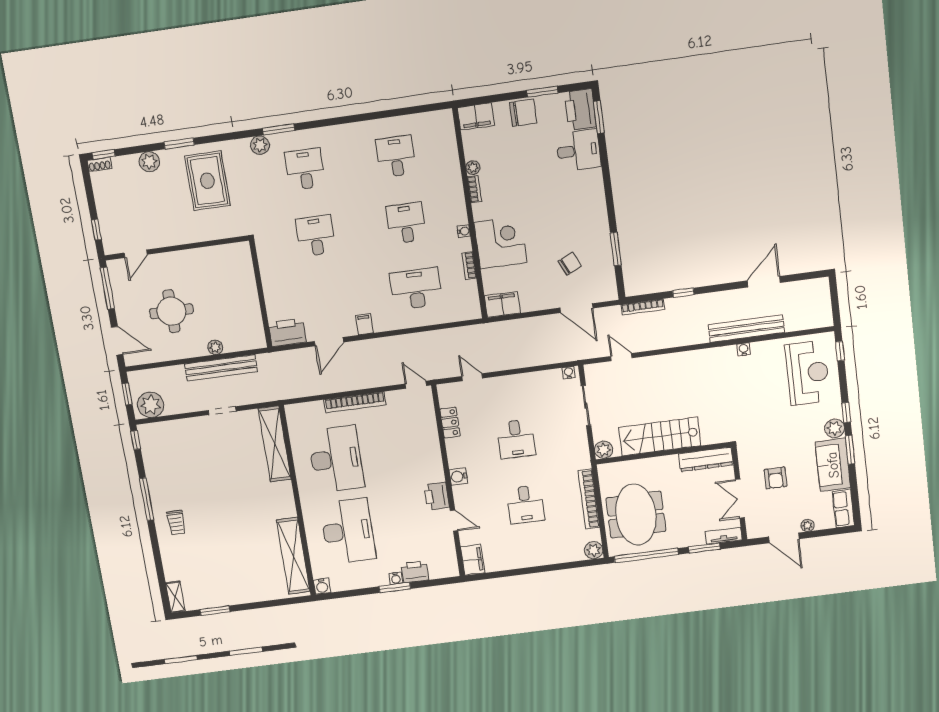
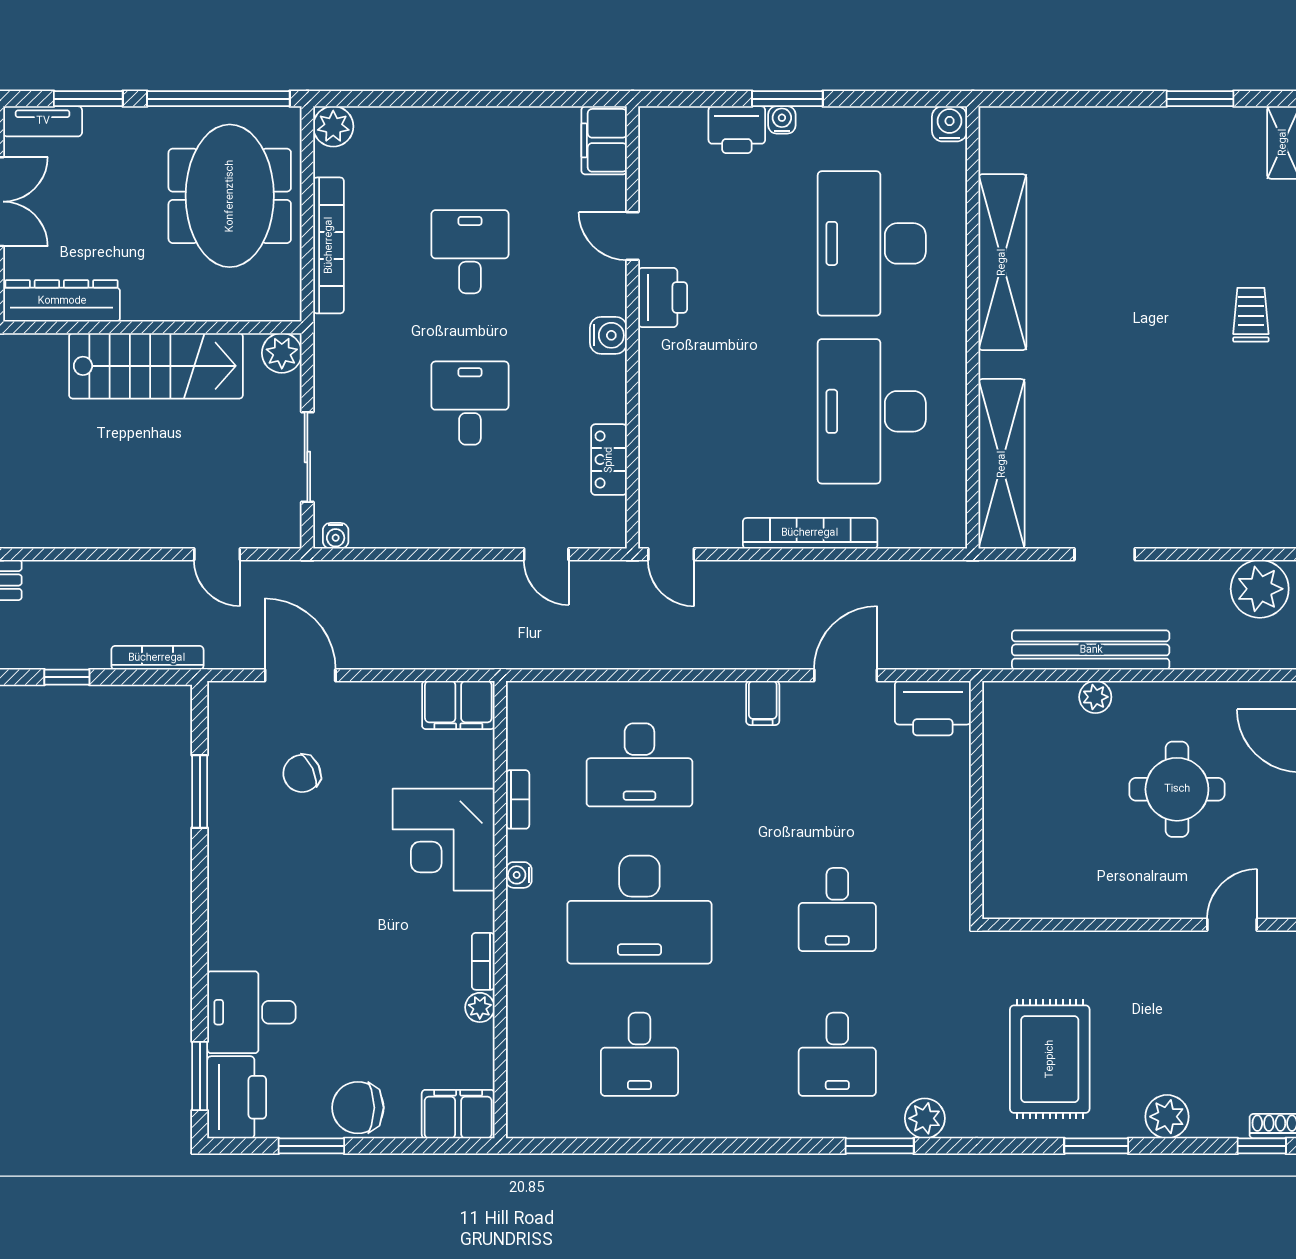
desk: (406, 223) -> (639, 910), width x1.87, depth x1.30
shelving: (293, 556) -> (1002, 262), moved

